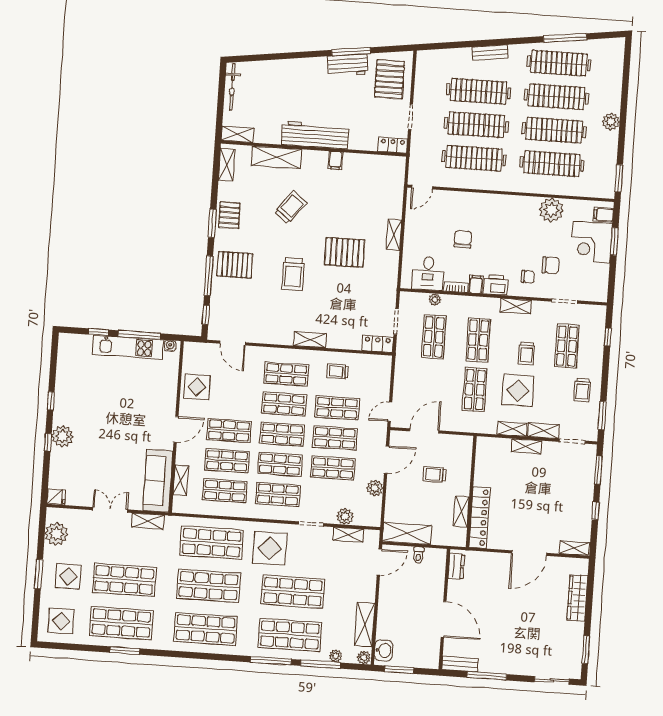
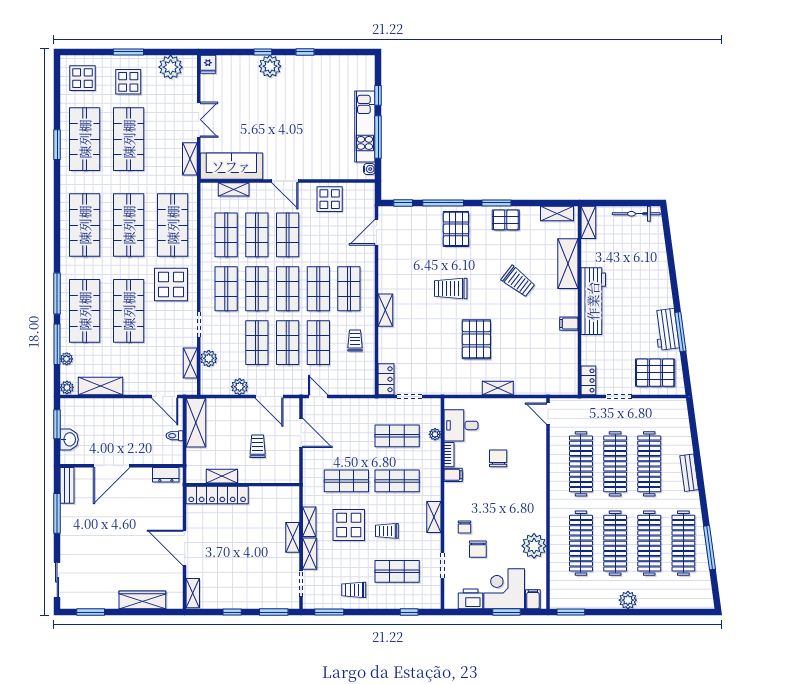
chair: (463, 239) -> (498, 458), turned -90
printer: (496, 285) -> (471, 599), moved, turned -90
washbasin: (384, 650) -> (69, 439), moved, turned -90

